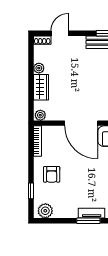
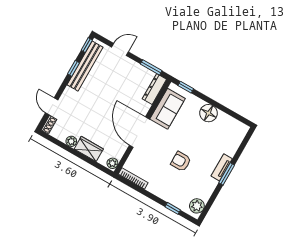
door: (81, 123) -> (139, 132), swing flipped
armchair: (52, 174) -> (181, 161), moved, turned 180

